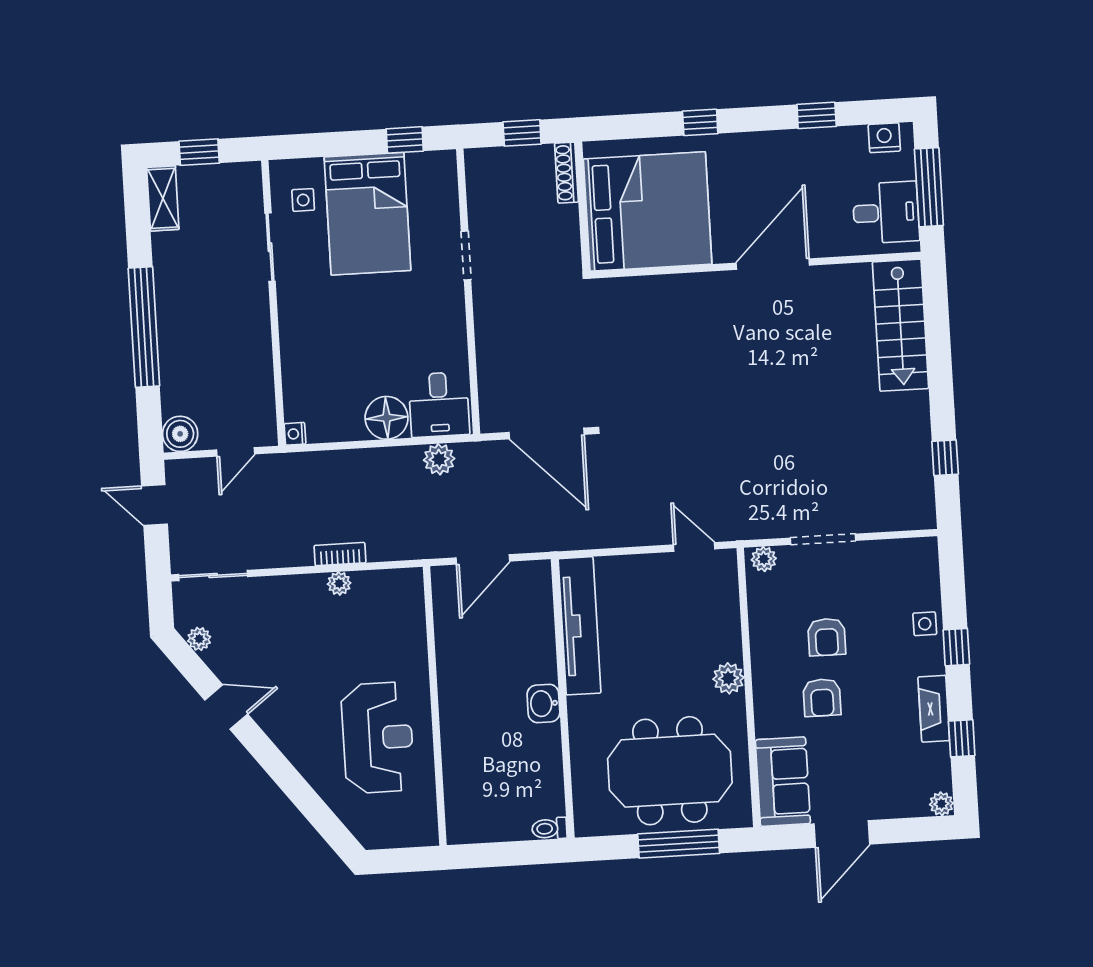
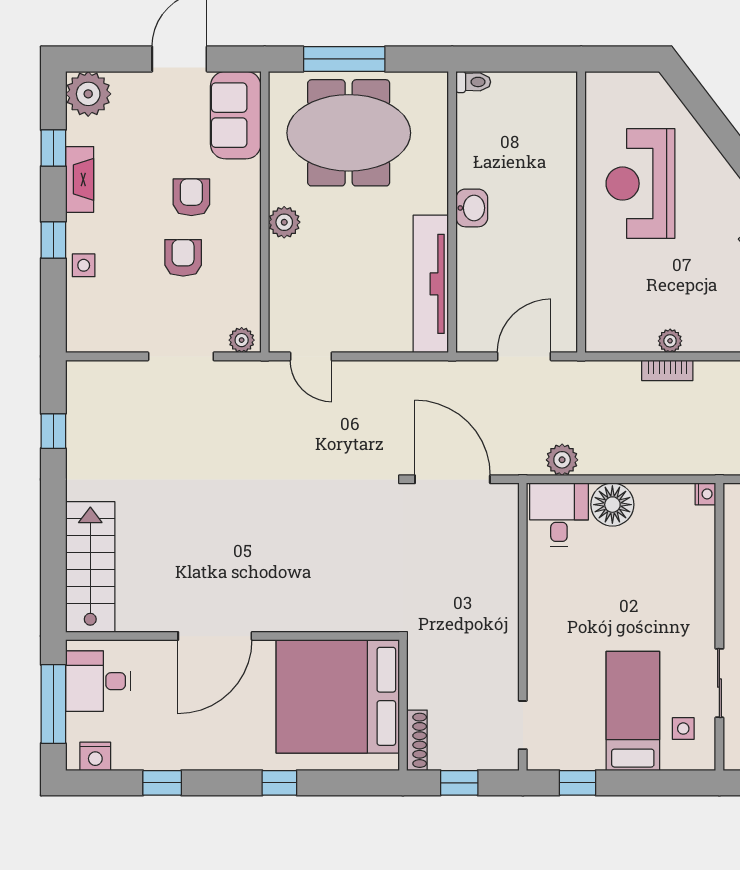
bed: (367, 214) -> (633, 711), width x0.67
doorway: (466, 256) -> (523, 725), moved
plant: (941, 804) -> (88, 94), width x1.87, depth x1.87

